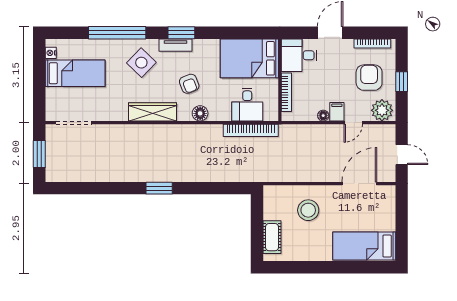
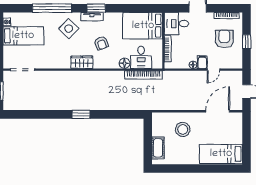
plant: (382, 110) -> (233, 61), removed
wardrobe: (153, 112) -> (82, 62), width x0.67
floor lamp: (200, 113) -> (124, 63), moved

